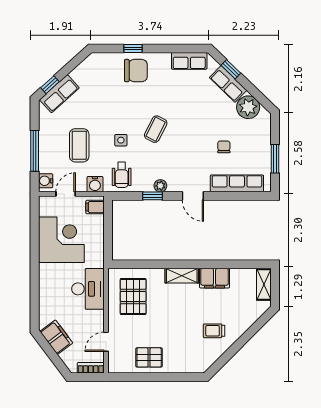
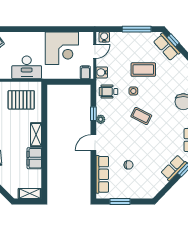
plant: (248, 107) -> (157, 182), removed
coffee table: (79, 145) -> (143, 70), moved
window: (35, 151) -> (137, 29), moved
door: (66, 194) -> (95, 51), hinge flipped

